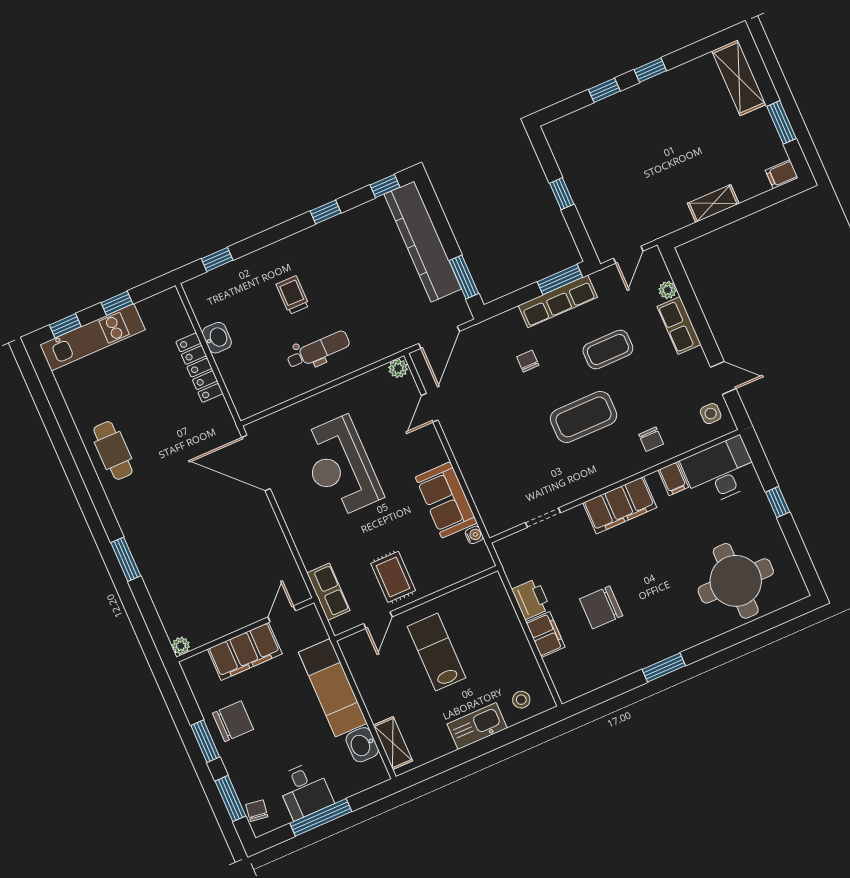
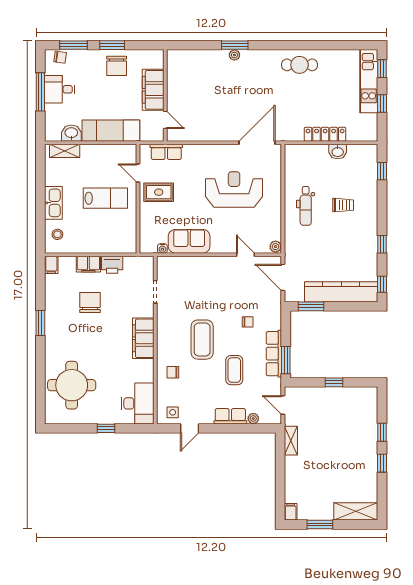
shelving: (713, 203) -> (291, 441), moved
filing cabinet: (673, 479) -> (51, 265), moved, turned -90
plant: (181, 646) -> (234, 55), moved

